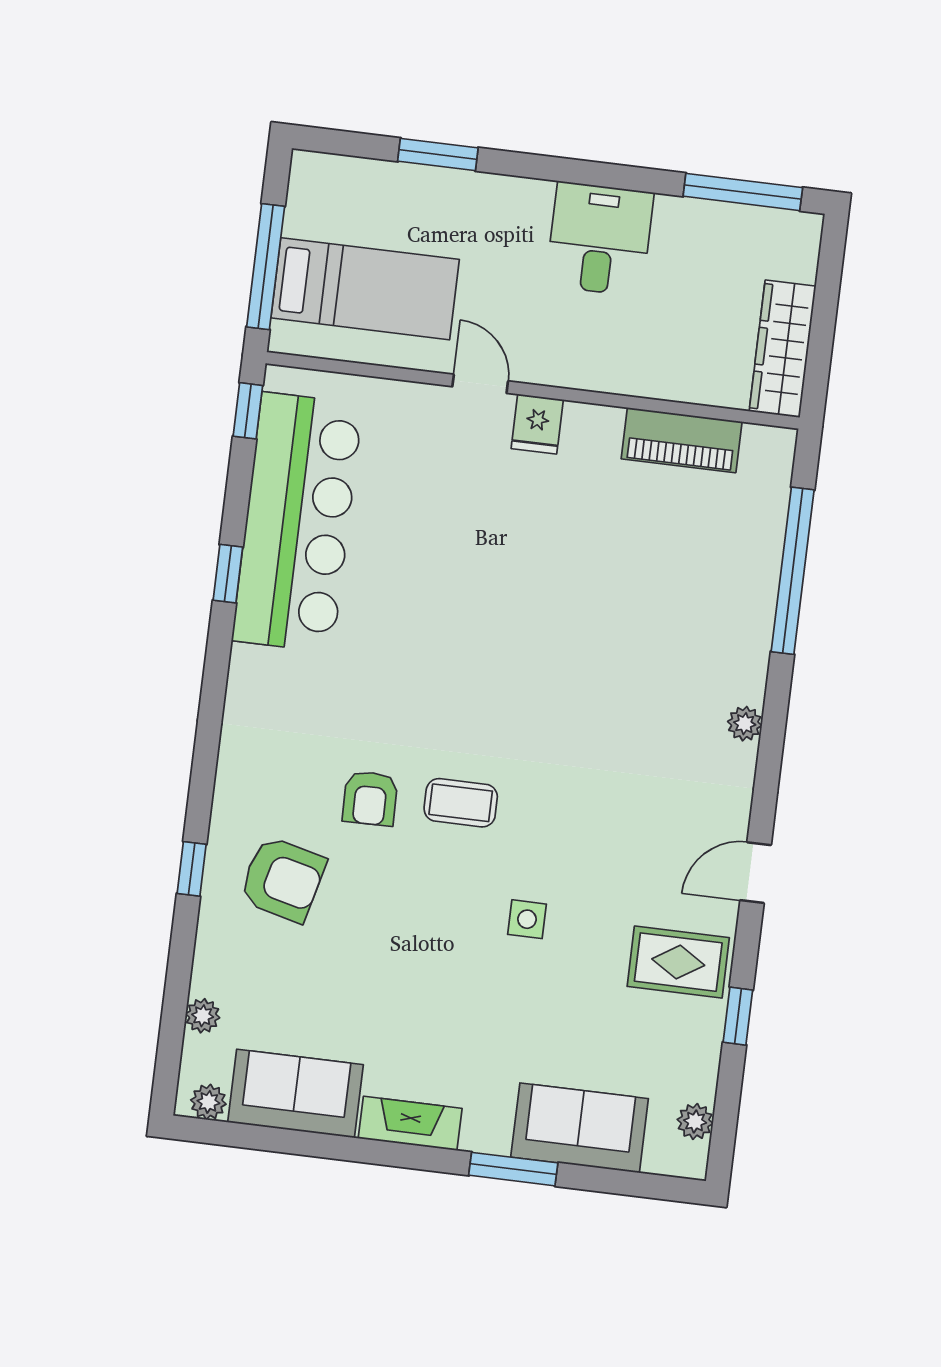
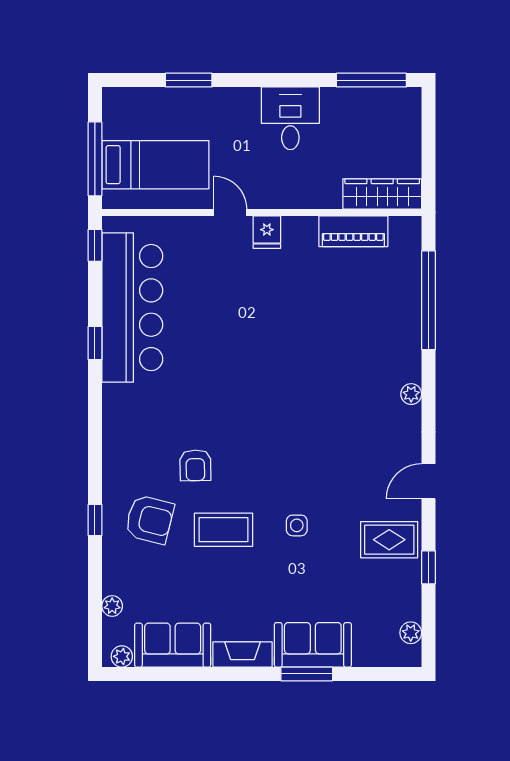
wardrobe: (782, 349) -> (382, 194), moved, turned 90
coffee table: (461, 803) -> (223, 530), moved, width x1.36, depth x1.30
sofa: (580, 1128) -> (313, 645), moved

